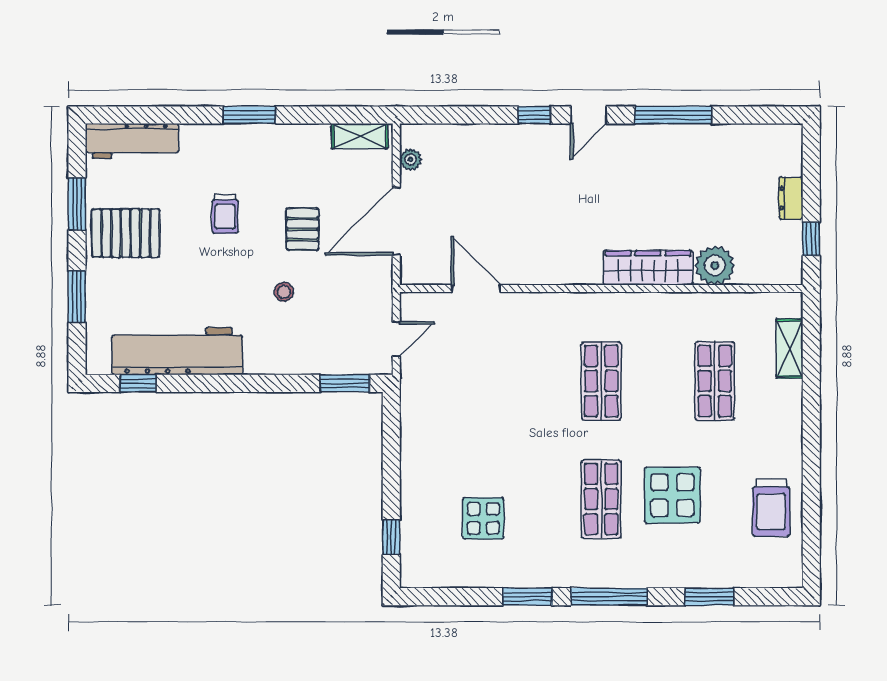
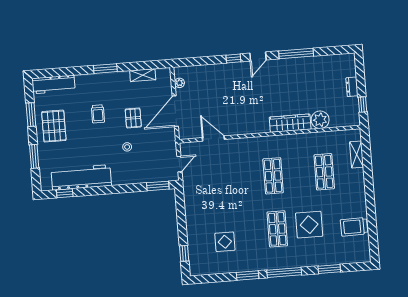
shelving: (360, 136) -> (143, 75), moved
pallet: (126, 233) -> (54, 126), turned 90
trolley: (771, 508) -> (354, 227), turned 89

